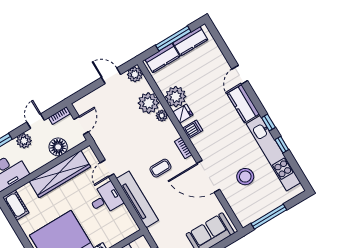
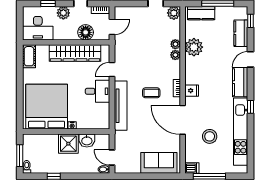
kitchen counter: (190, 41) -> (241, 33), moved, turned 90
plant: (148, 103) -> (175, 44), width x0.53, depth x0.53
fridge: (183, 114) -> (192, 91), moved
dishwasher: (193, 129) -> (192, 168), moved
window: (282, 145) -> (250, 21), moved

